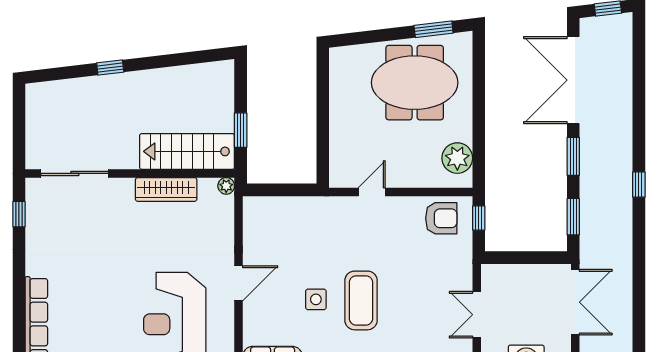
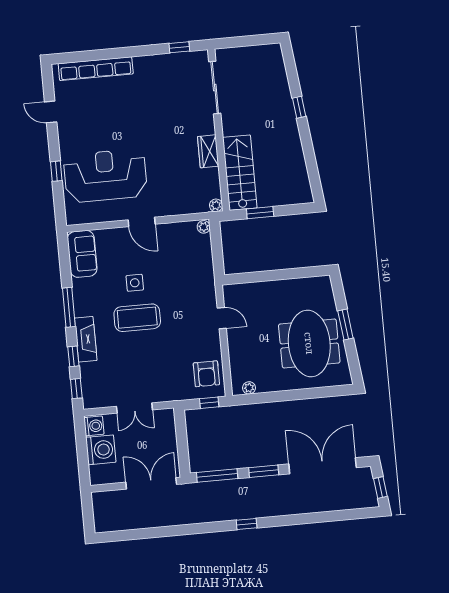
window: (434, 29) -> (345, 324), moved
plant: (457, 158) -> (249, 388), width x0.53, depth x0.53
wardrobe: (166, 189) -> (208, 151), width x0.67
plant: (252, 204) -> (204, 227), added
window: (573, 217) -> (217, 476), width x1.44
double door: (575, 302) -> (151, 483), swing flipped
double door: (477, 315) -> (134, 408), swing flipped

